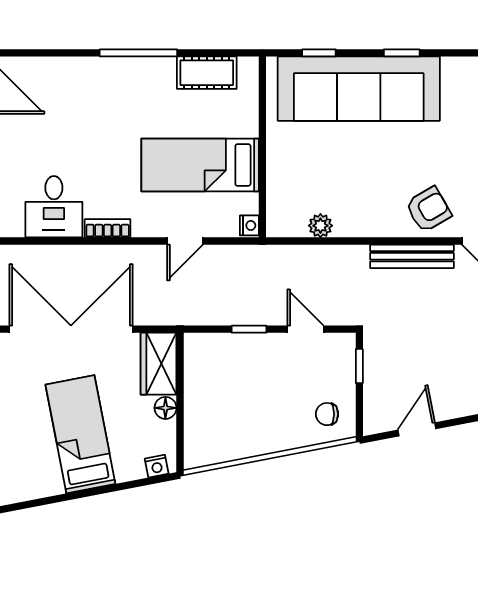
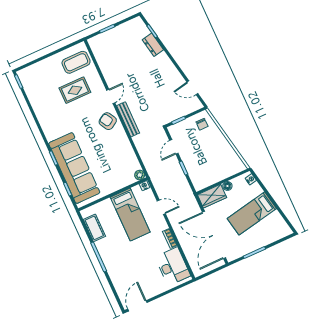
desk: (54, 207) -> (173, 266), width x1.37
plant: (320, 226) -> (140, 175), moved

